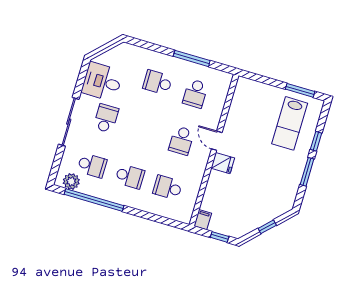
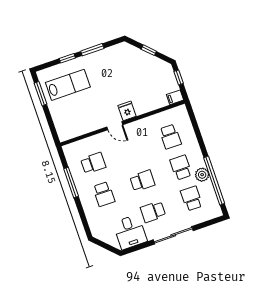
school desk: (181, 141) -> (142, 181), moved
door: (217, 141) -> (115, 126), hinge flipped
plant: (71, 181) -> (202, 175), moved

